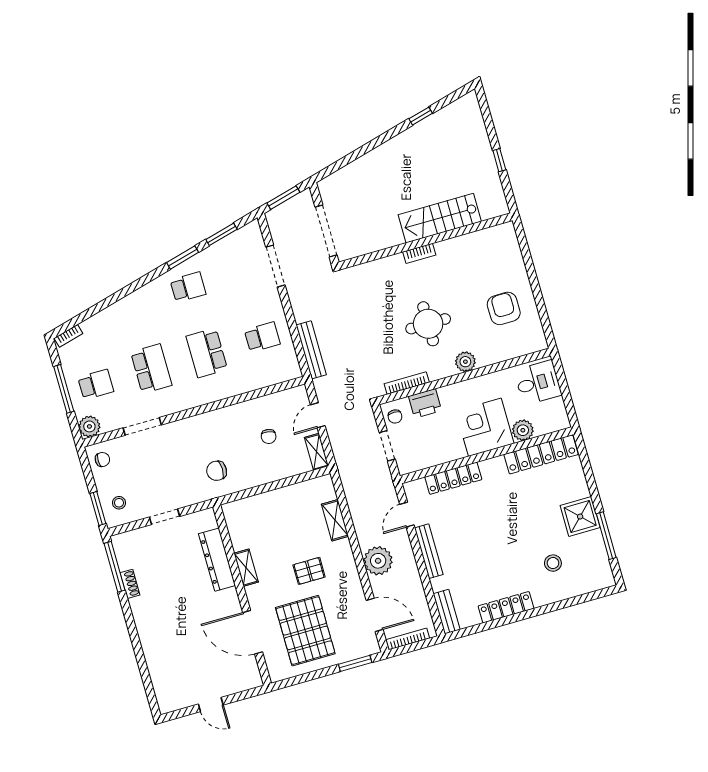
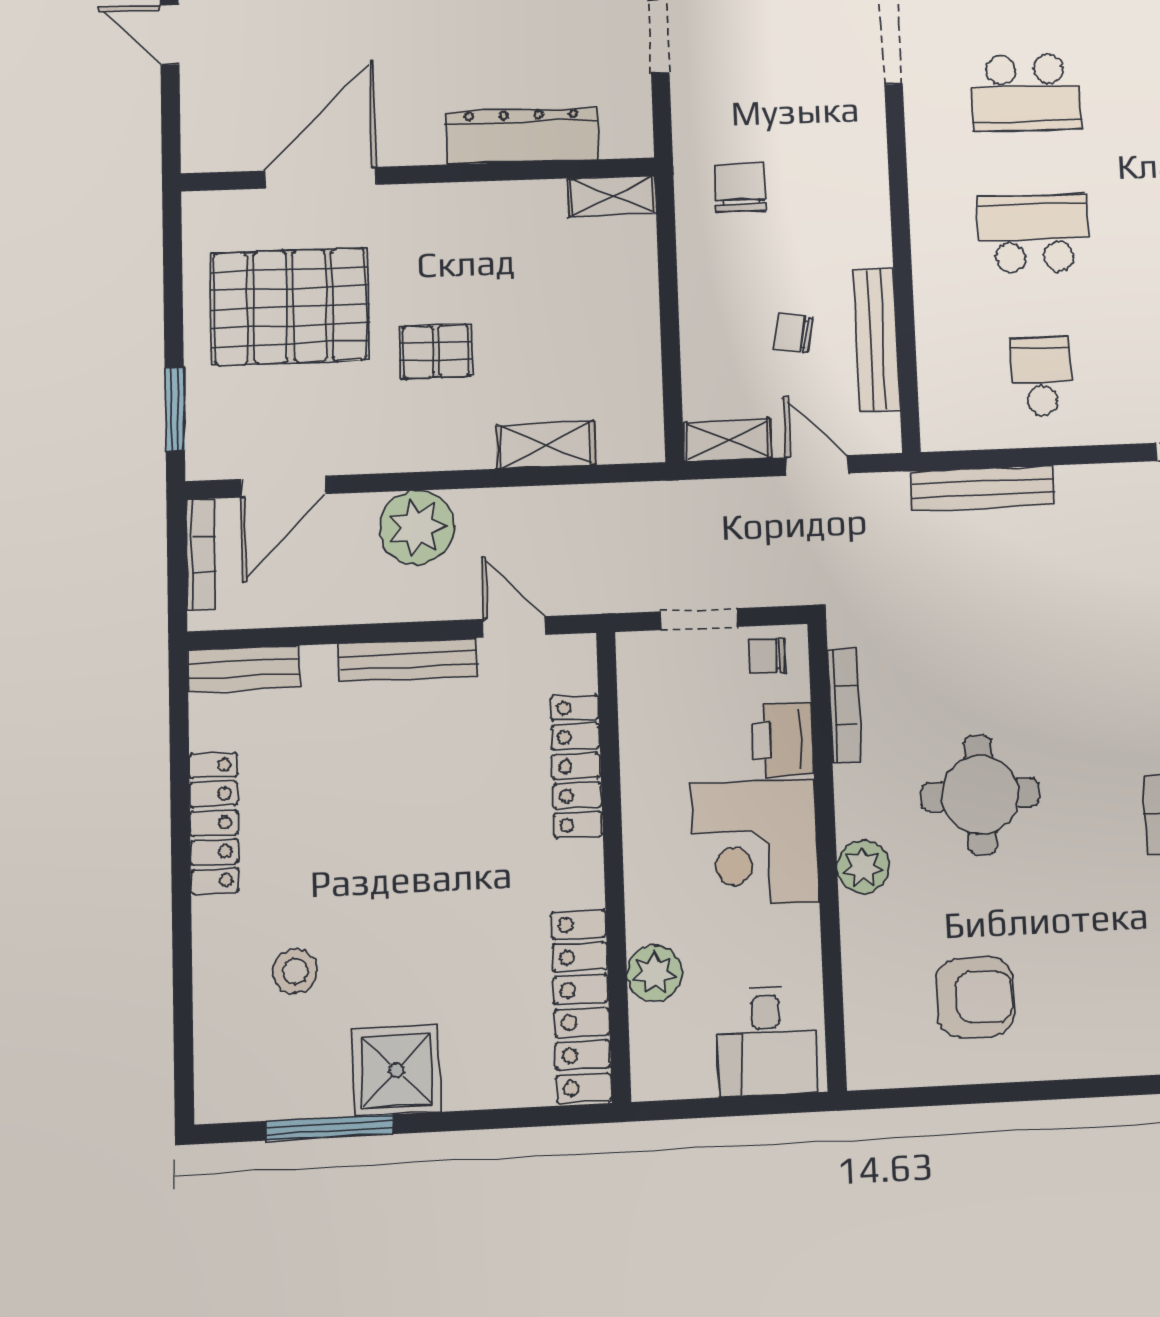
school desk: (262, 337) -> (1041, 376), turned 180
bench: (263, 404) -> (877, 339), added
corner desk: (485, 427) -> (755, 843), moved, turned 180
shelving: (246, 568) -> (612, 196), moved
pallet: (309, 571) -> (436, 351), turned 90
door: (211, 705) -> (170, 35), hinge flipped

